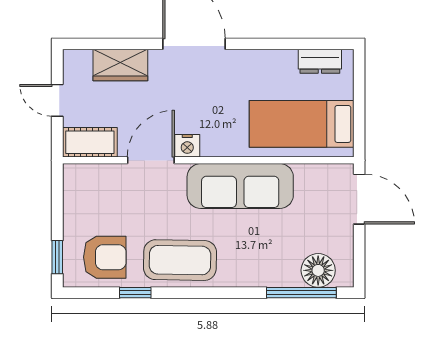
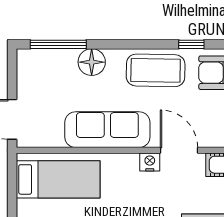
door: (151, 160) -> (179, 150), swing flipped
floor lamp: (318, 270) -> (92, 62), moved

